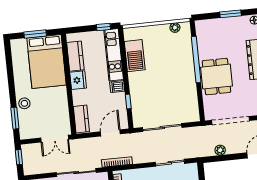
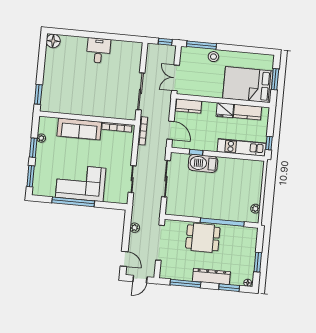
barbecue: (135, 56) -> (203, 163), moved
dishwasher: (117, 87) -> (212, 145), removed
window: (15, 118) -> (202, 45), width x1.44

